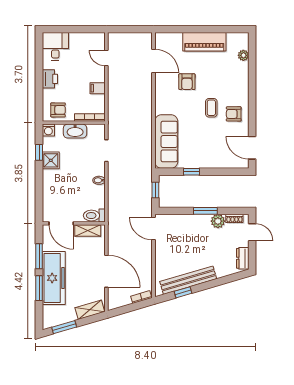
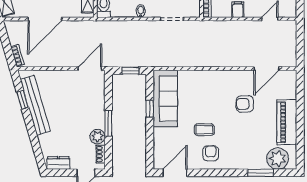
plant: (243, 55) -> (278, 159), width x1.88, depth x1.88
window: (252, 67) -> (261, 173), added
coffee table: (211, 108) -> (204, 130), moved
sofa: (166, 142) -> (165, 98), moved, turned -90

